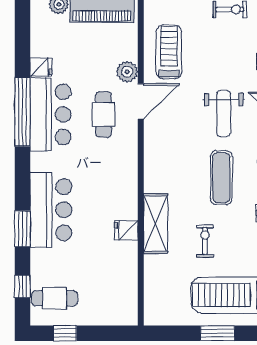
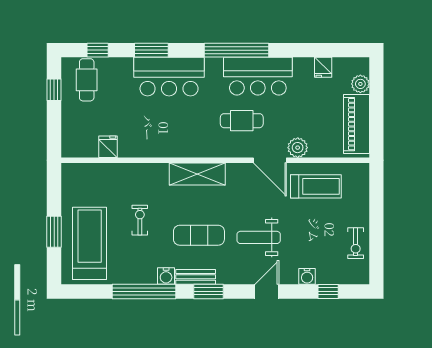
fridge: (41, 67) -> (323, 67), moved
window: (22, 112) -> (236, 50), moved
cafe table: (103, 114) -> (242, 121), moved
shelving: (155, 224) -> (197, 174), moved
fridge: (126, 230) -> (108, 147), moved
exercise bike: (205, 241) -> (140, 220), turned -90

